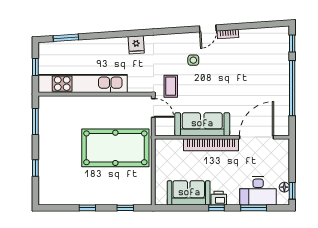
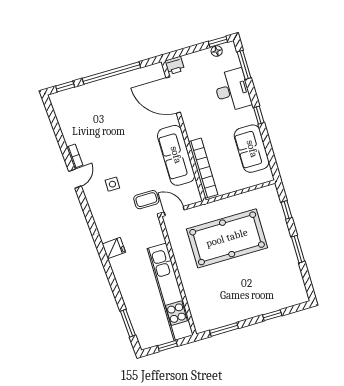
door: (208, 28) -> (75, 179), hinge flipped
door: (153, 108) -> (174, 211), hinge flipped
bookcase: (211, 145) -> (203, 168), moved
pool table: (115, 148) -> (227, 238), turned 90
desk: (258, 191) -> (232, 90), moved
printer: (219, 198) -> (175, 65), moved, turned -90
window: (87, 208) -> (298, 249), width x1.50
window: (254, 208) -> (244, 65), moved

